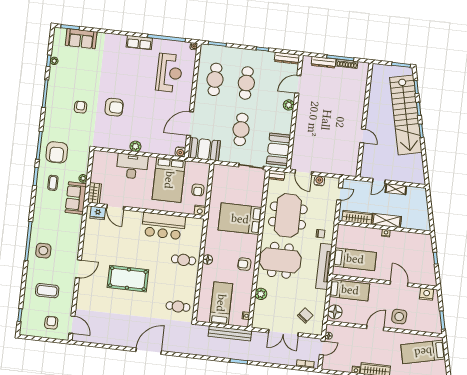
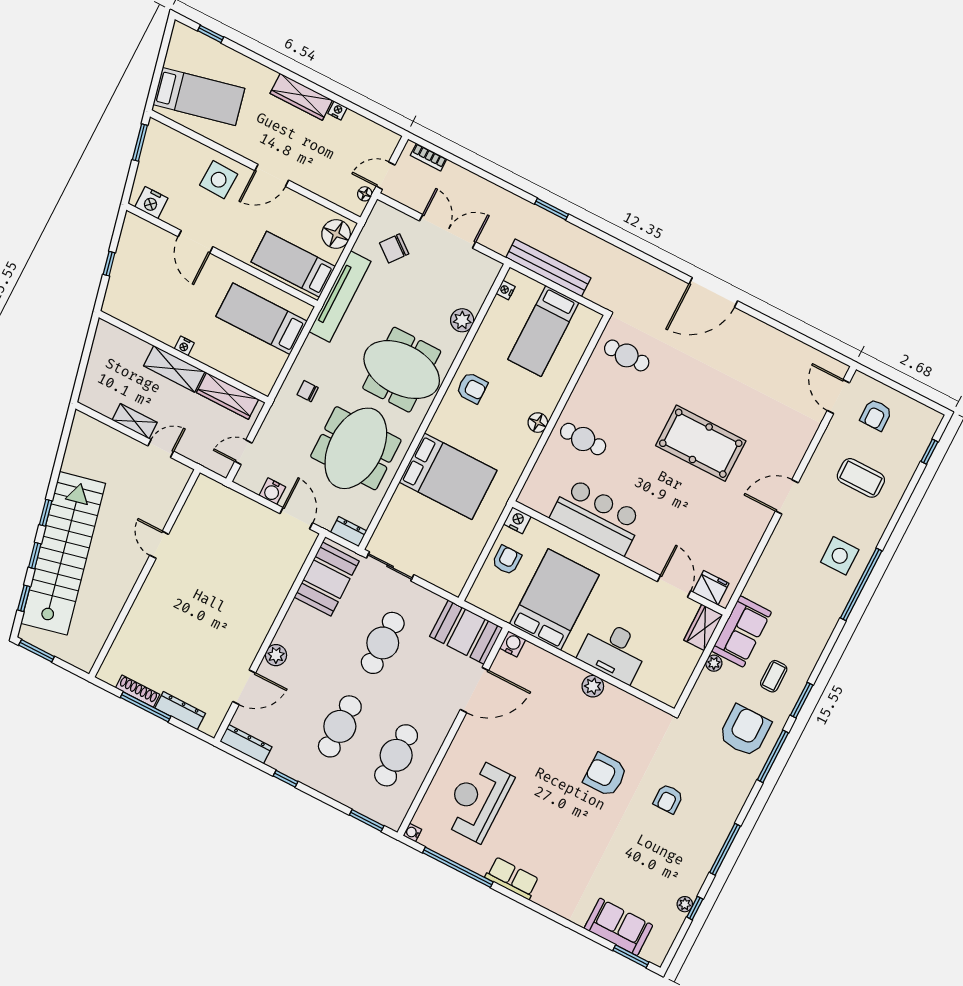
tv unit: (324, 266) -> (340, 297), moved

